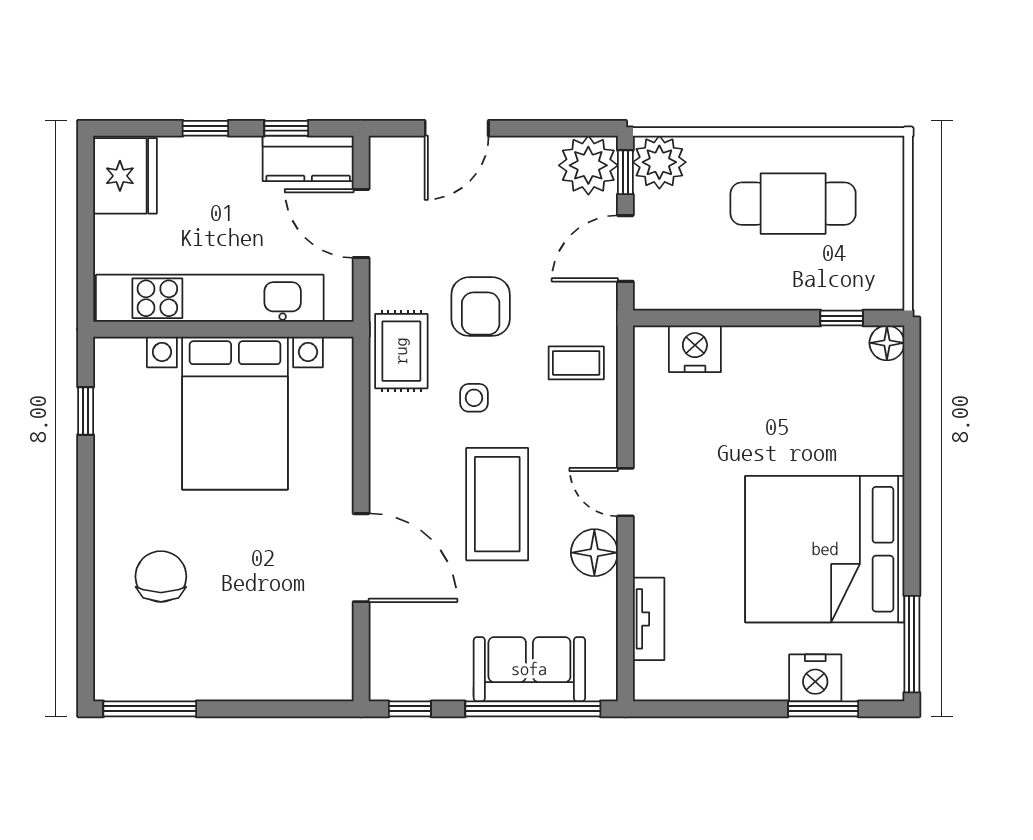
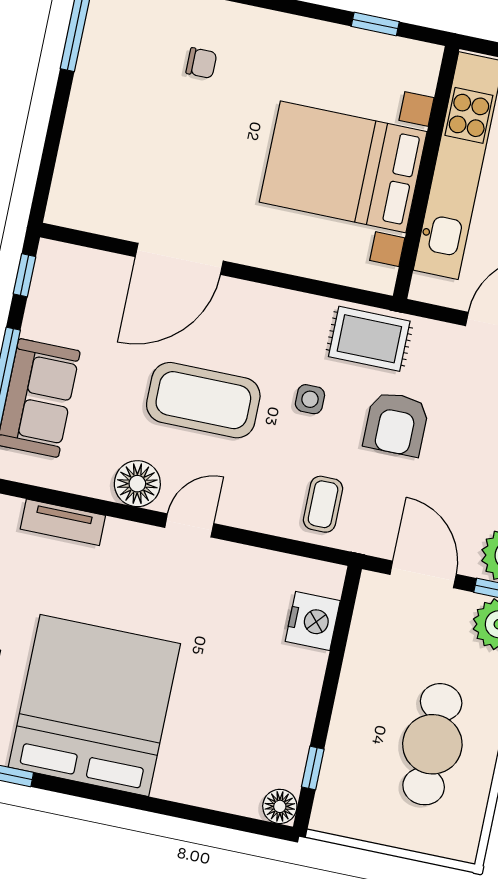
armchair: (481, 307) -> (396, 424), turned -90
chair: (161, 576) -> (201, 63), width x0.54, depth x0.54

